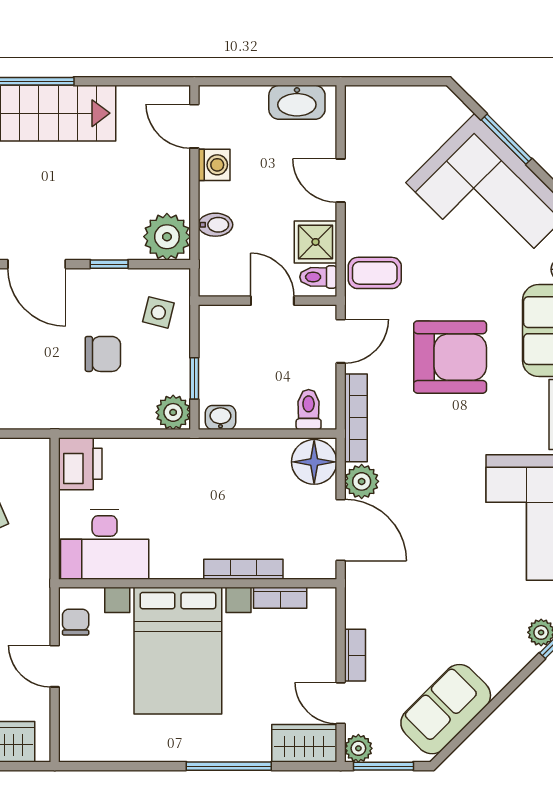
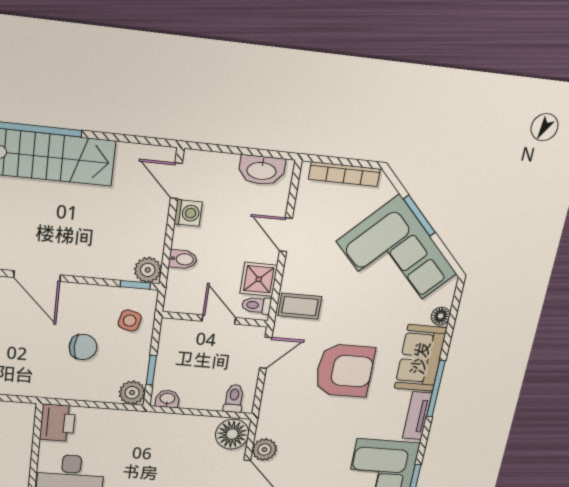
plant: (167, 237) -> (148, 270), width x0.73, depth x0.73
window: (109, 264) -> (135, 285), moved
bookcase: (356, 418) -> (344, 174), moved, turned 90

